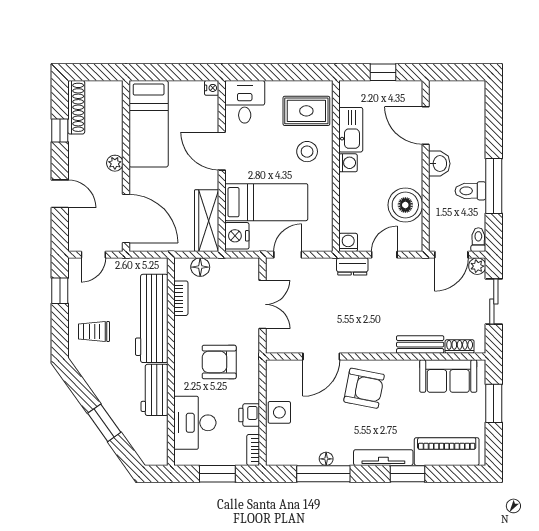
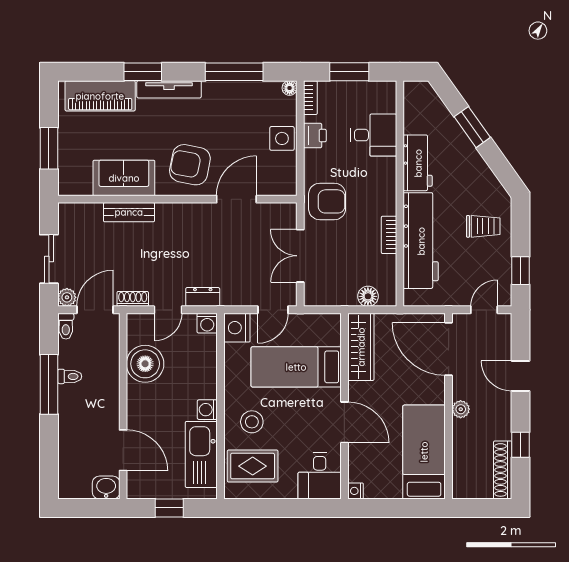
kitchen sink: (351, 130) -> (201, 454), width x1.36, depth x1.24
washbasin: (439, 164) -> (106, 488), moved, turned 90
toilet: (470, 191) -> (70, 376), width x0.73, depth x0.72
nightstand: (237, 236) -> (237, 328), moved, turned 180
bookcase: (181, 298) -> (389, 235), moved
shoe rack: (460, 347) -> (133, 299), moved, turned 180
armchair: (219, 362) -> (327, 201), moved
sofa: (448, 376) -> (124, 178), moved
desk: (195, 423) -> (374, 135), width x0.73
floor lamp: (326, 459) -> (290, 88), moved

